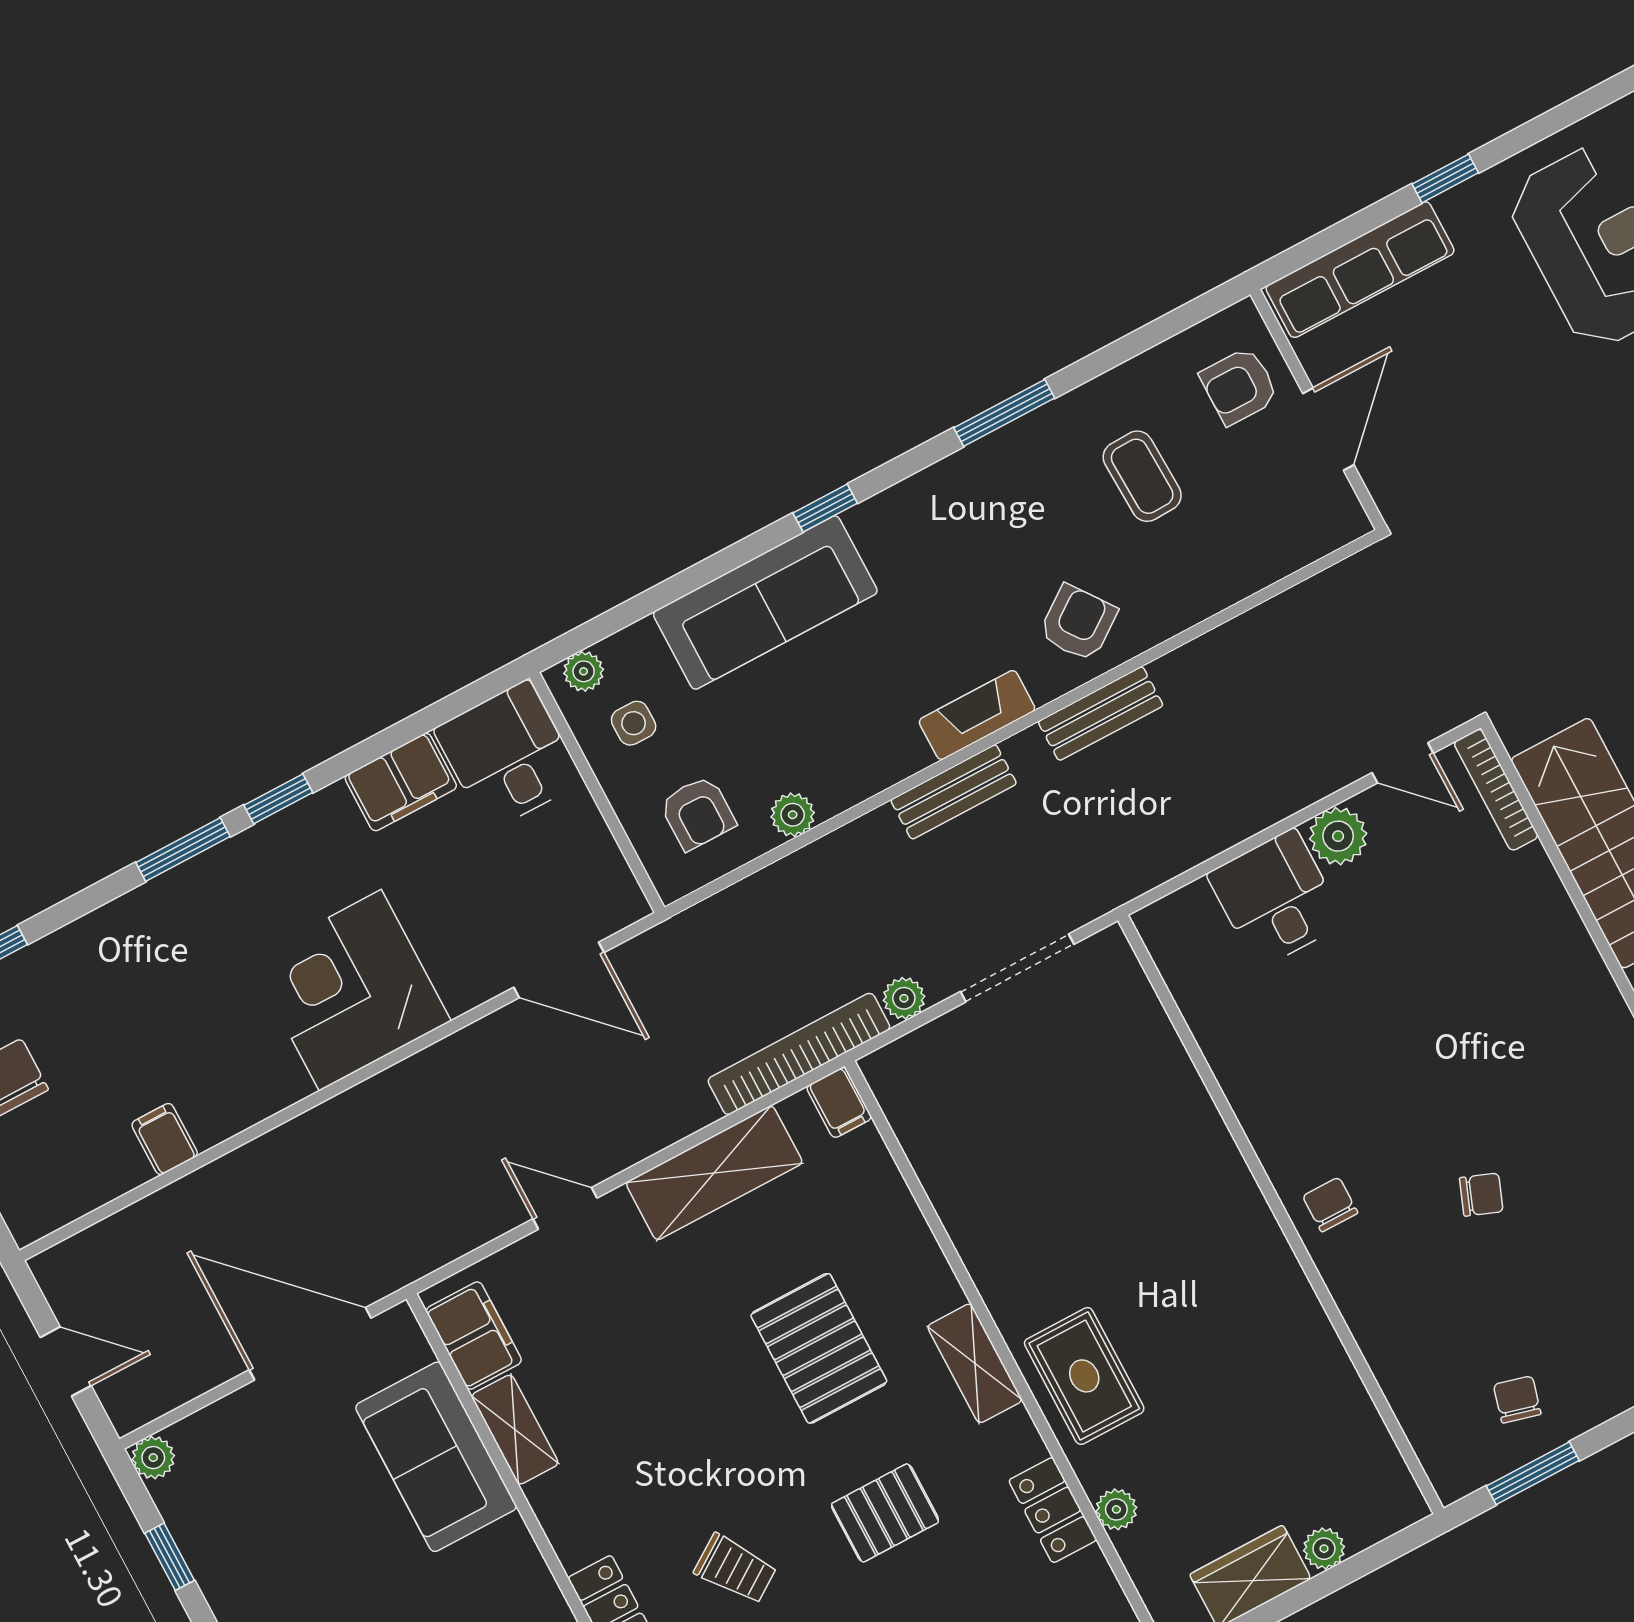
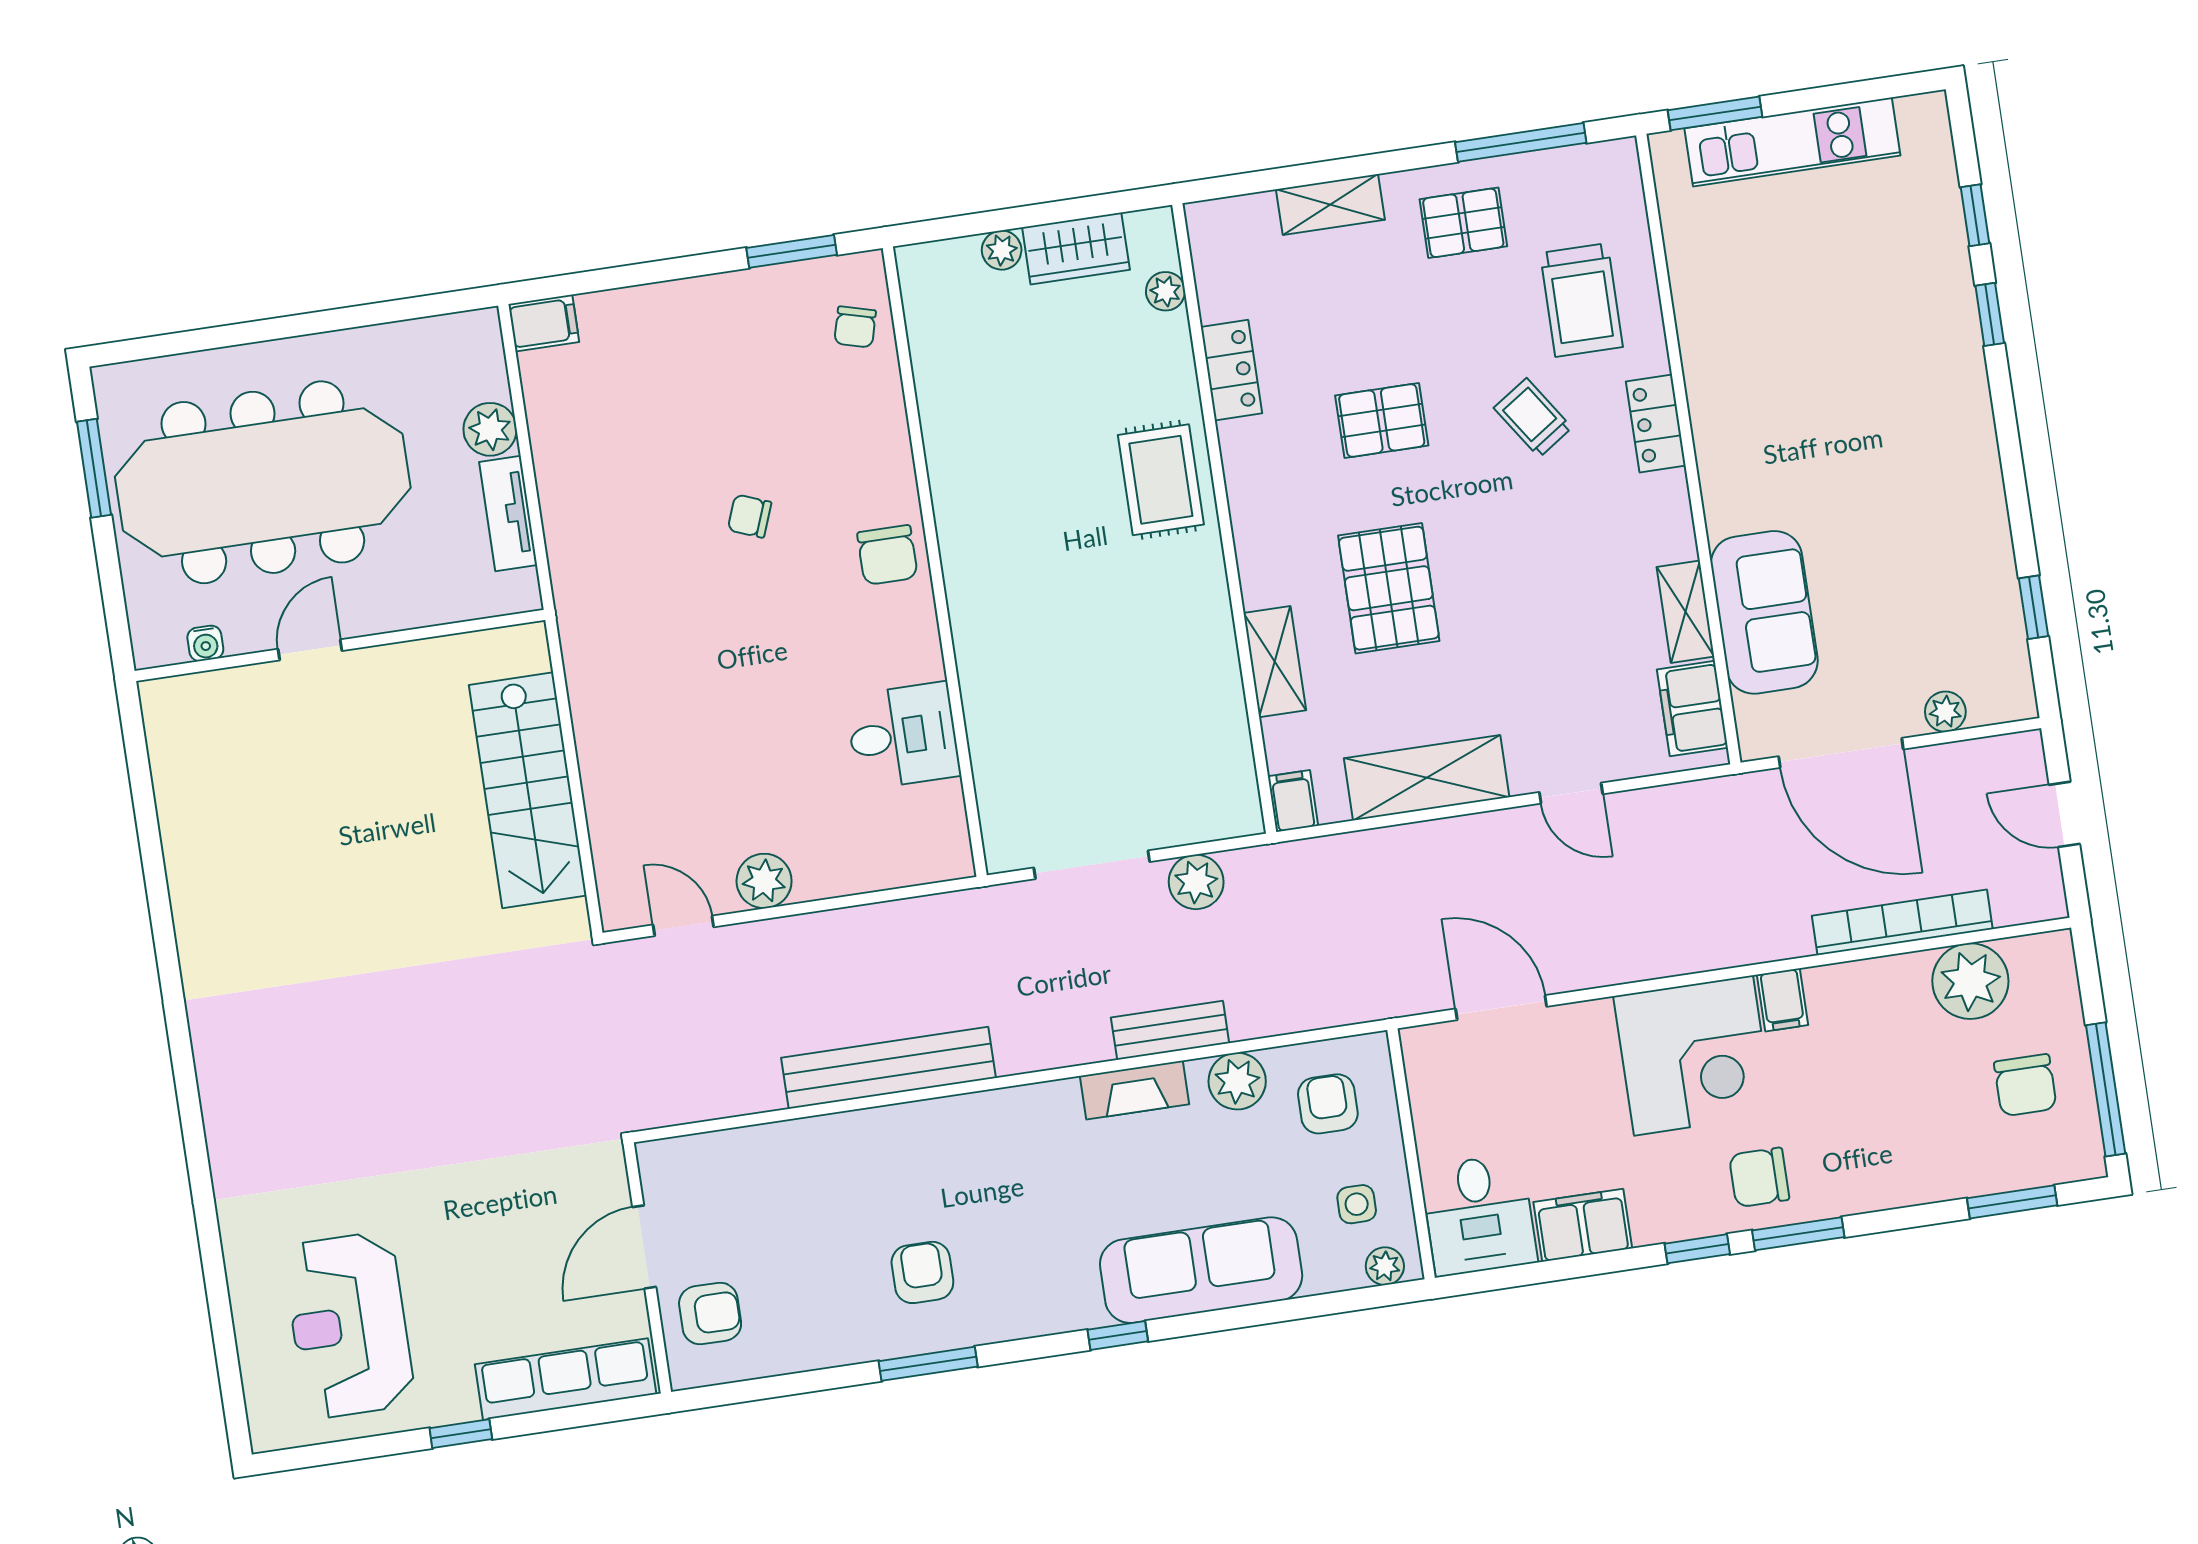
coffee table: (1142, 476) -> (825, 1264), removed
armchair: (1078, 623) -> (922, 1272), moved, turned 126
bench: (1101, 714) -> (888, 1068), width x1.86, depth x1.21
fireplace: (977, 715) -> (1134, 1090), moved
bookcase: (1496, 790) -> (609, 872), removed
bench: (954, 792) -> (1170, 1030), moved
plant: (793, 815) -> (1237, 1081), width x1.38, depth x1.38
chair: (242, 892) -> (1759, 1177), added
desk: (1276, 899) -> (903, 736), moved, turned -90
plant: (904, 998) -> (1196, 882), width x1.38, depth x1.38
bookcase: (799, 1054) -> (1902, 922), moved, turned 180
filing cabinet: (165, 1139) -> (1782, 1000), moved
plant: (101, 1162) -> (1970, 981), added
chair: (1330, 1205) -> (887, 555), width x1.37, depth x1.37
shelving: (975, 1363) -> (1275, 662), moved
chair: (1517, 1399) -> (855, 327), moved
plant: (153, 1458) -> (1945, 712), moved
plant: (1116, 1509) -> (1165, 291), moved

